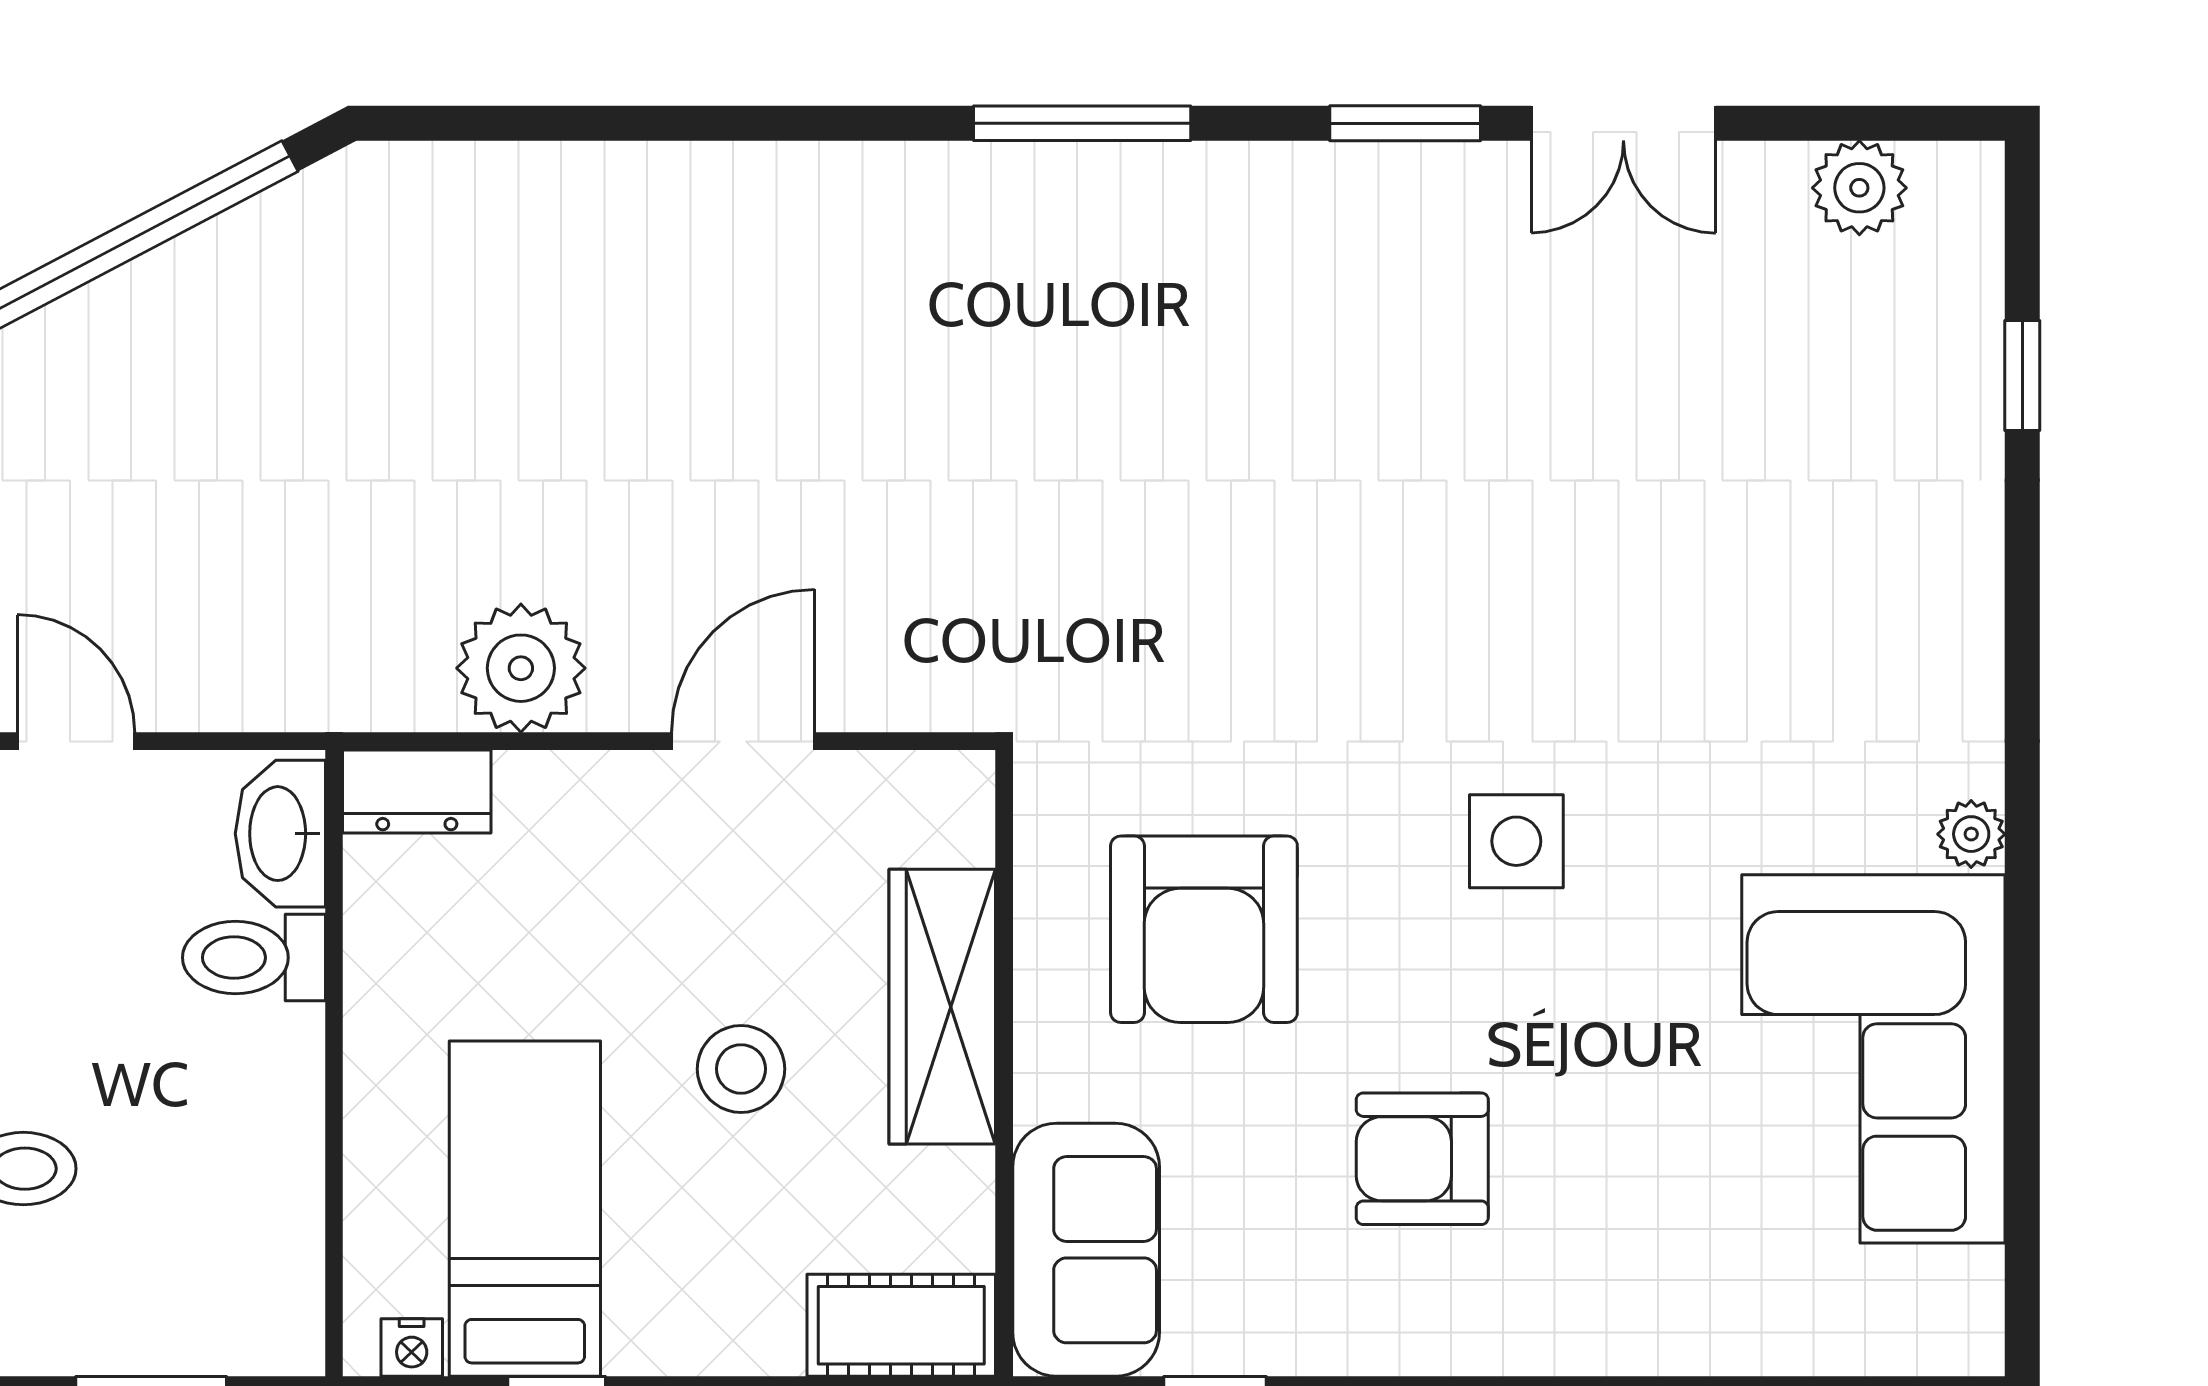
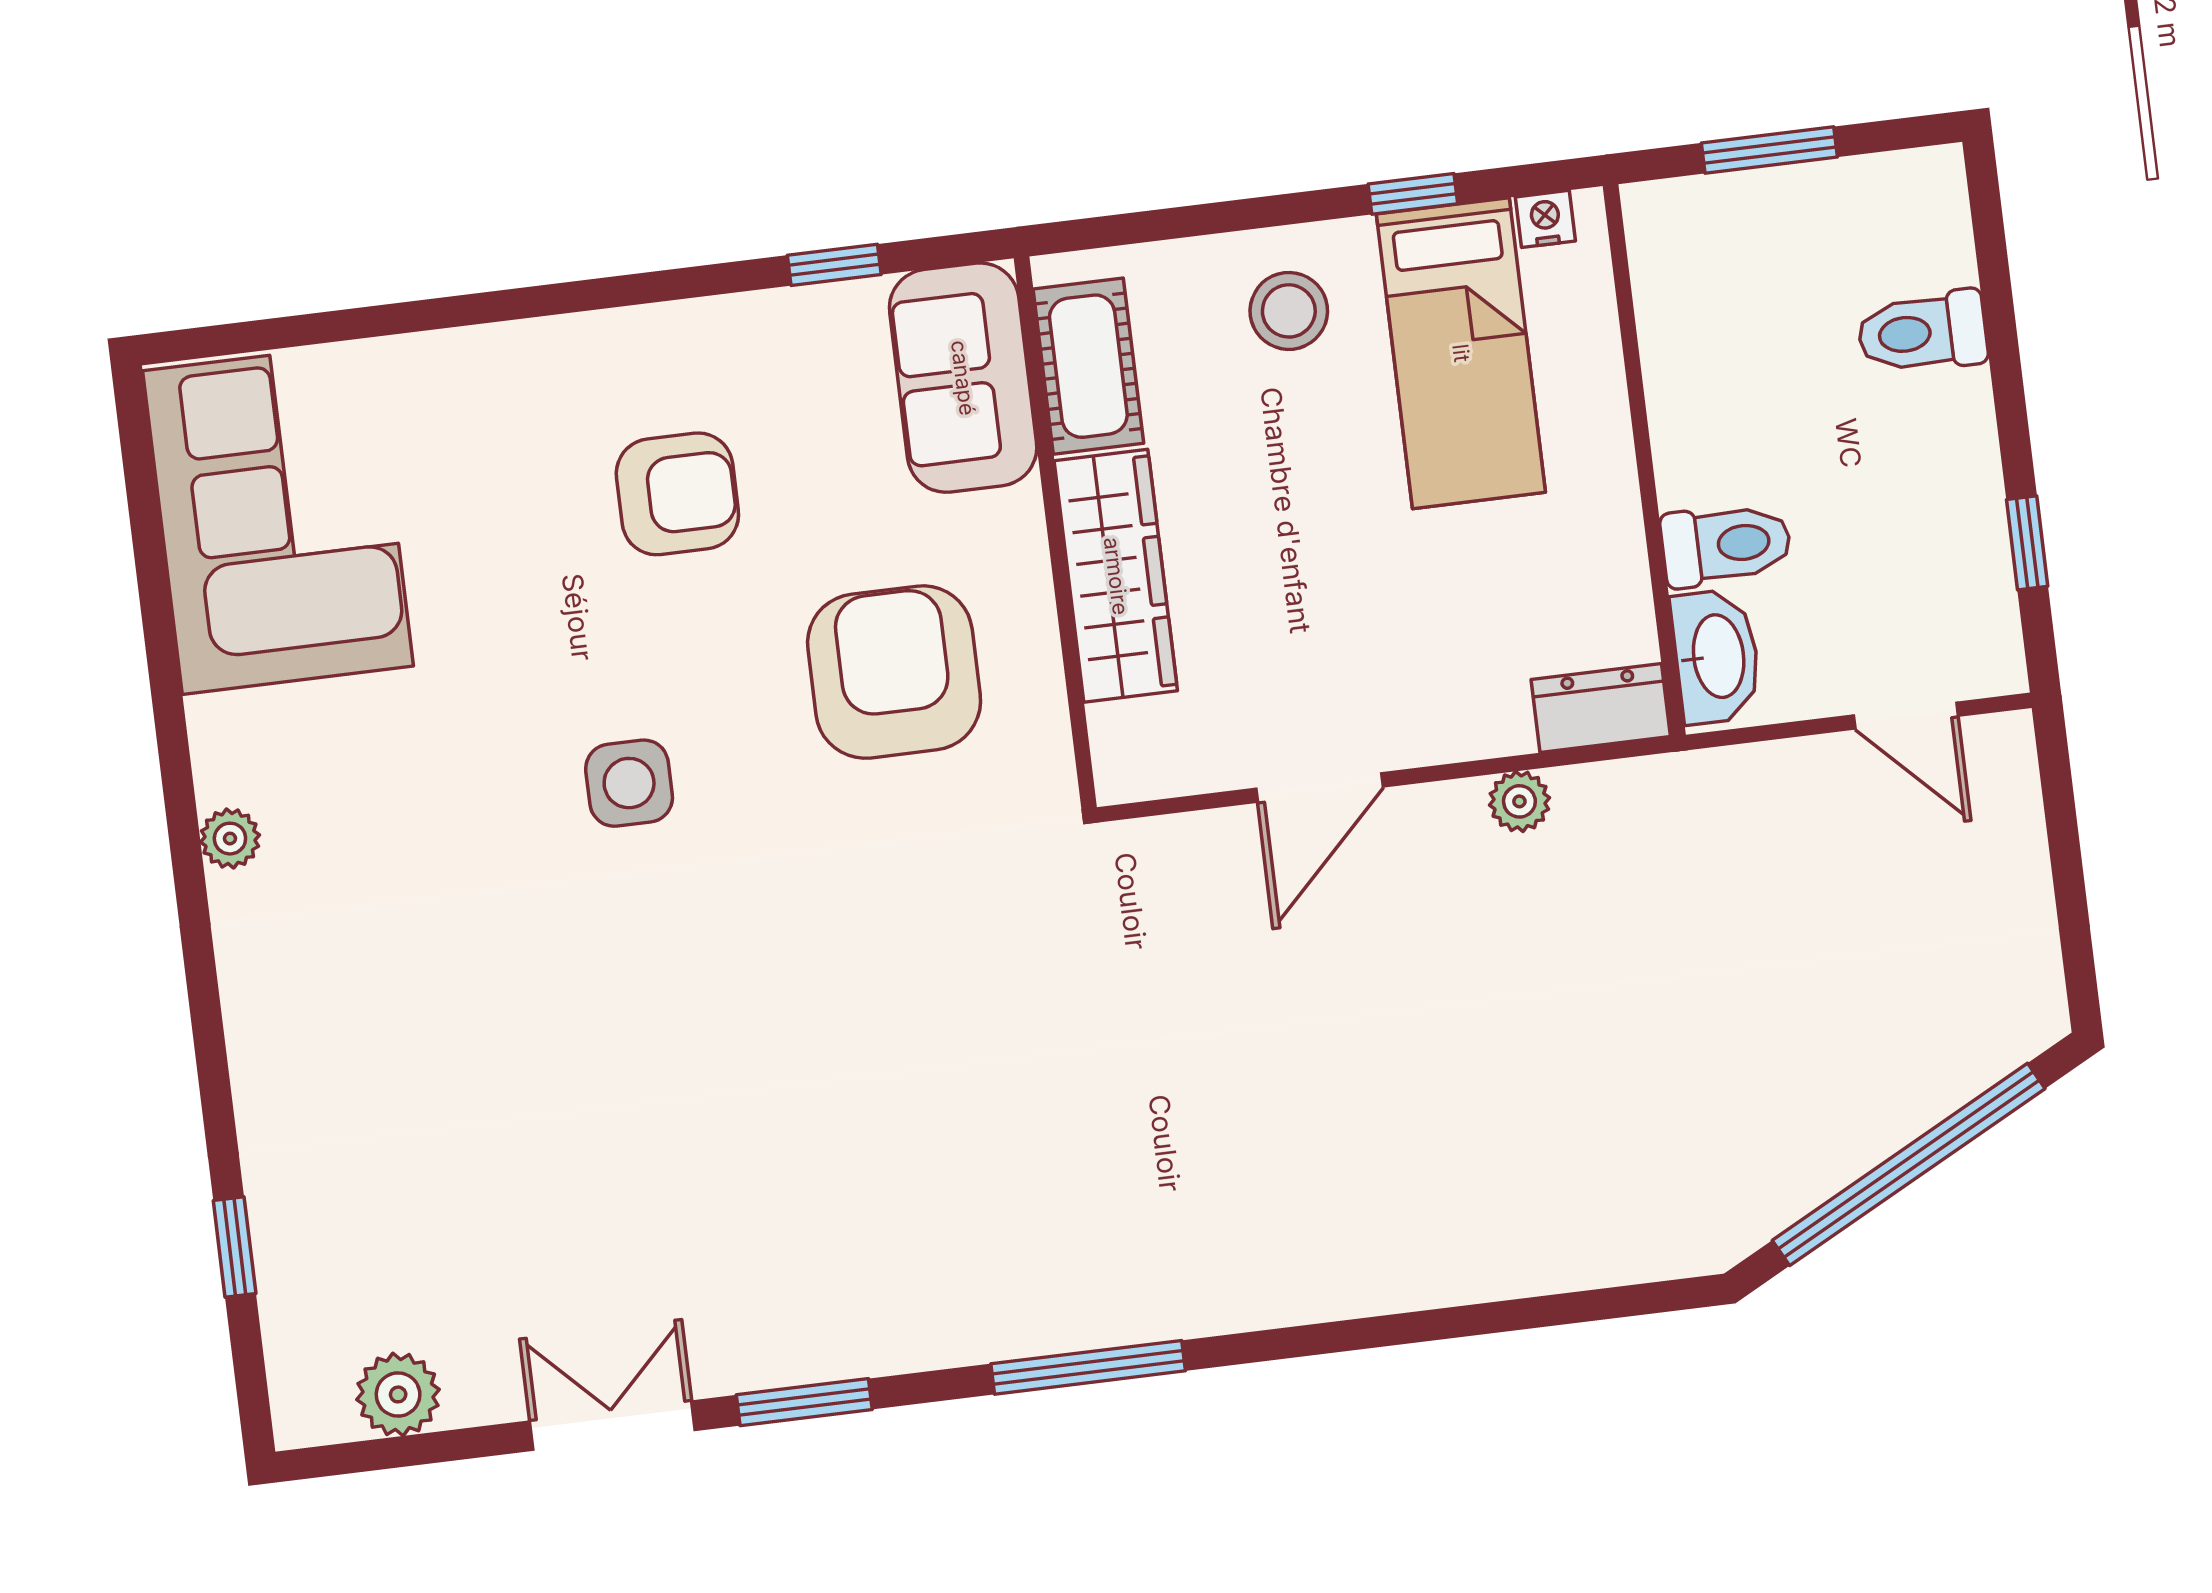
plant: (521, 668) -> (1519, 801), width x0.53, depth x0.53
corner sofa: (1873, 1059) -> (278, 518), moved
stool: (741, 1069) -> (1289, 311), moved
cot: (901, 1325) -> (1088, 366), moved, turned 90

